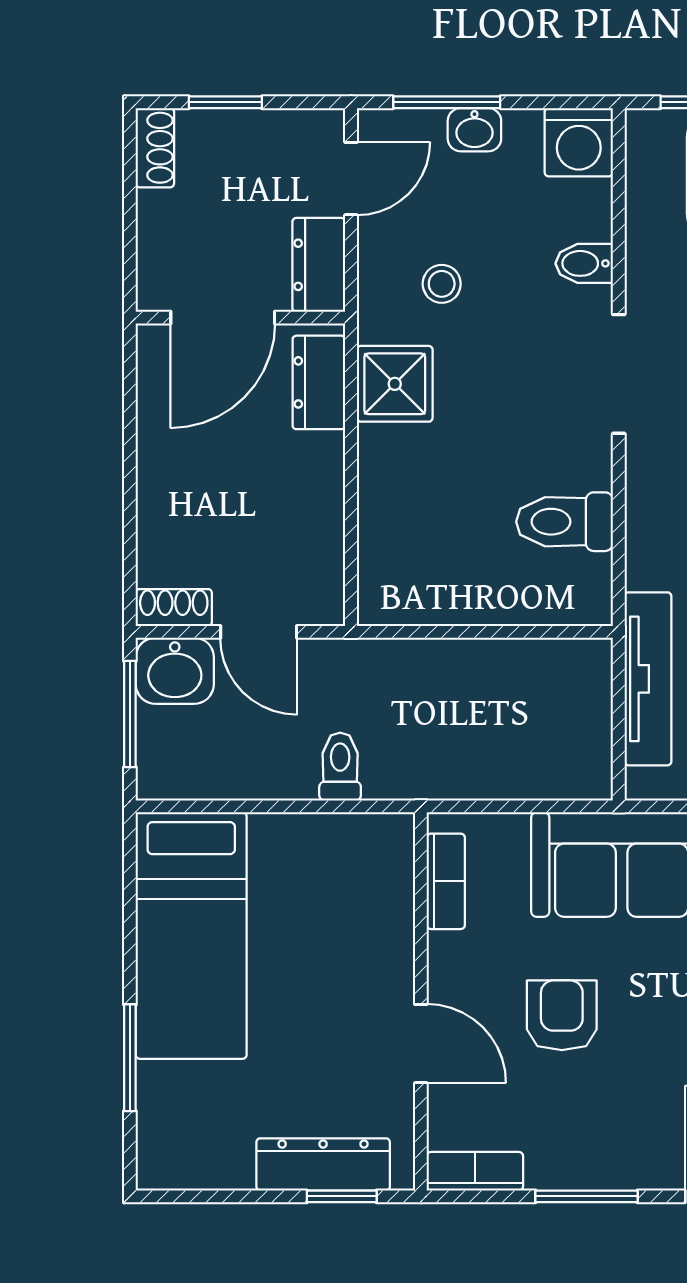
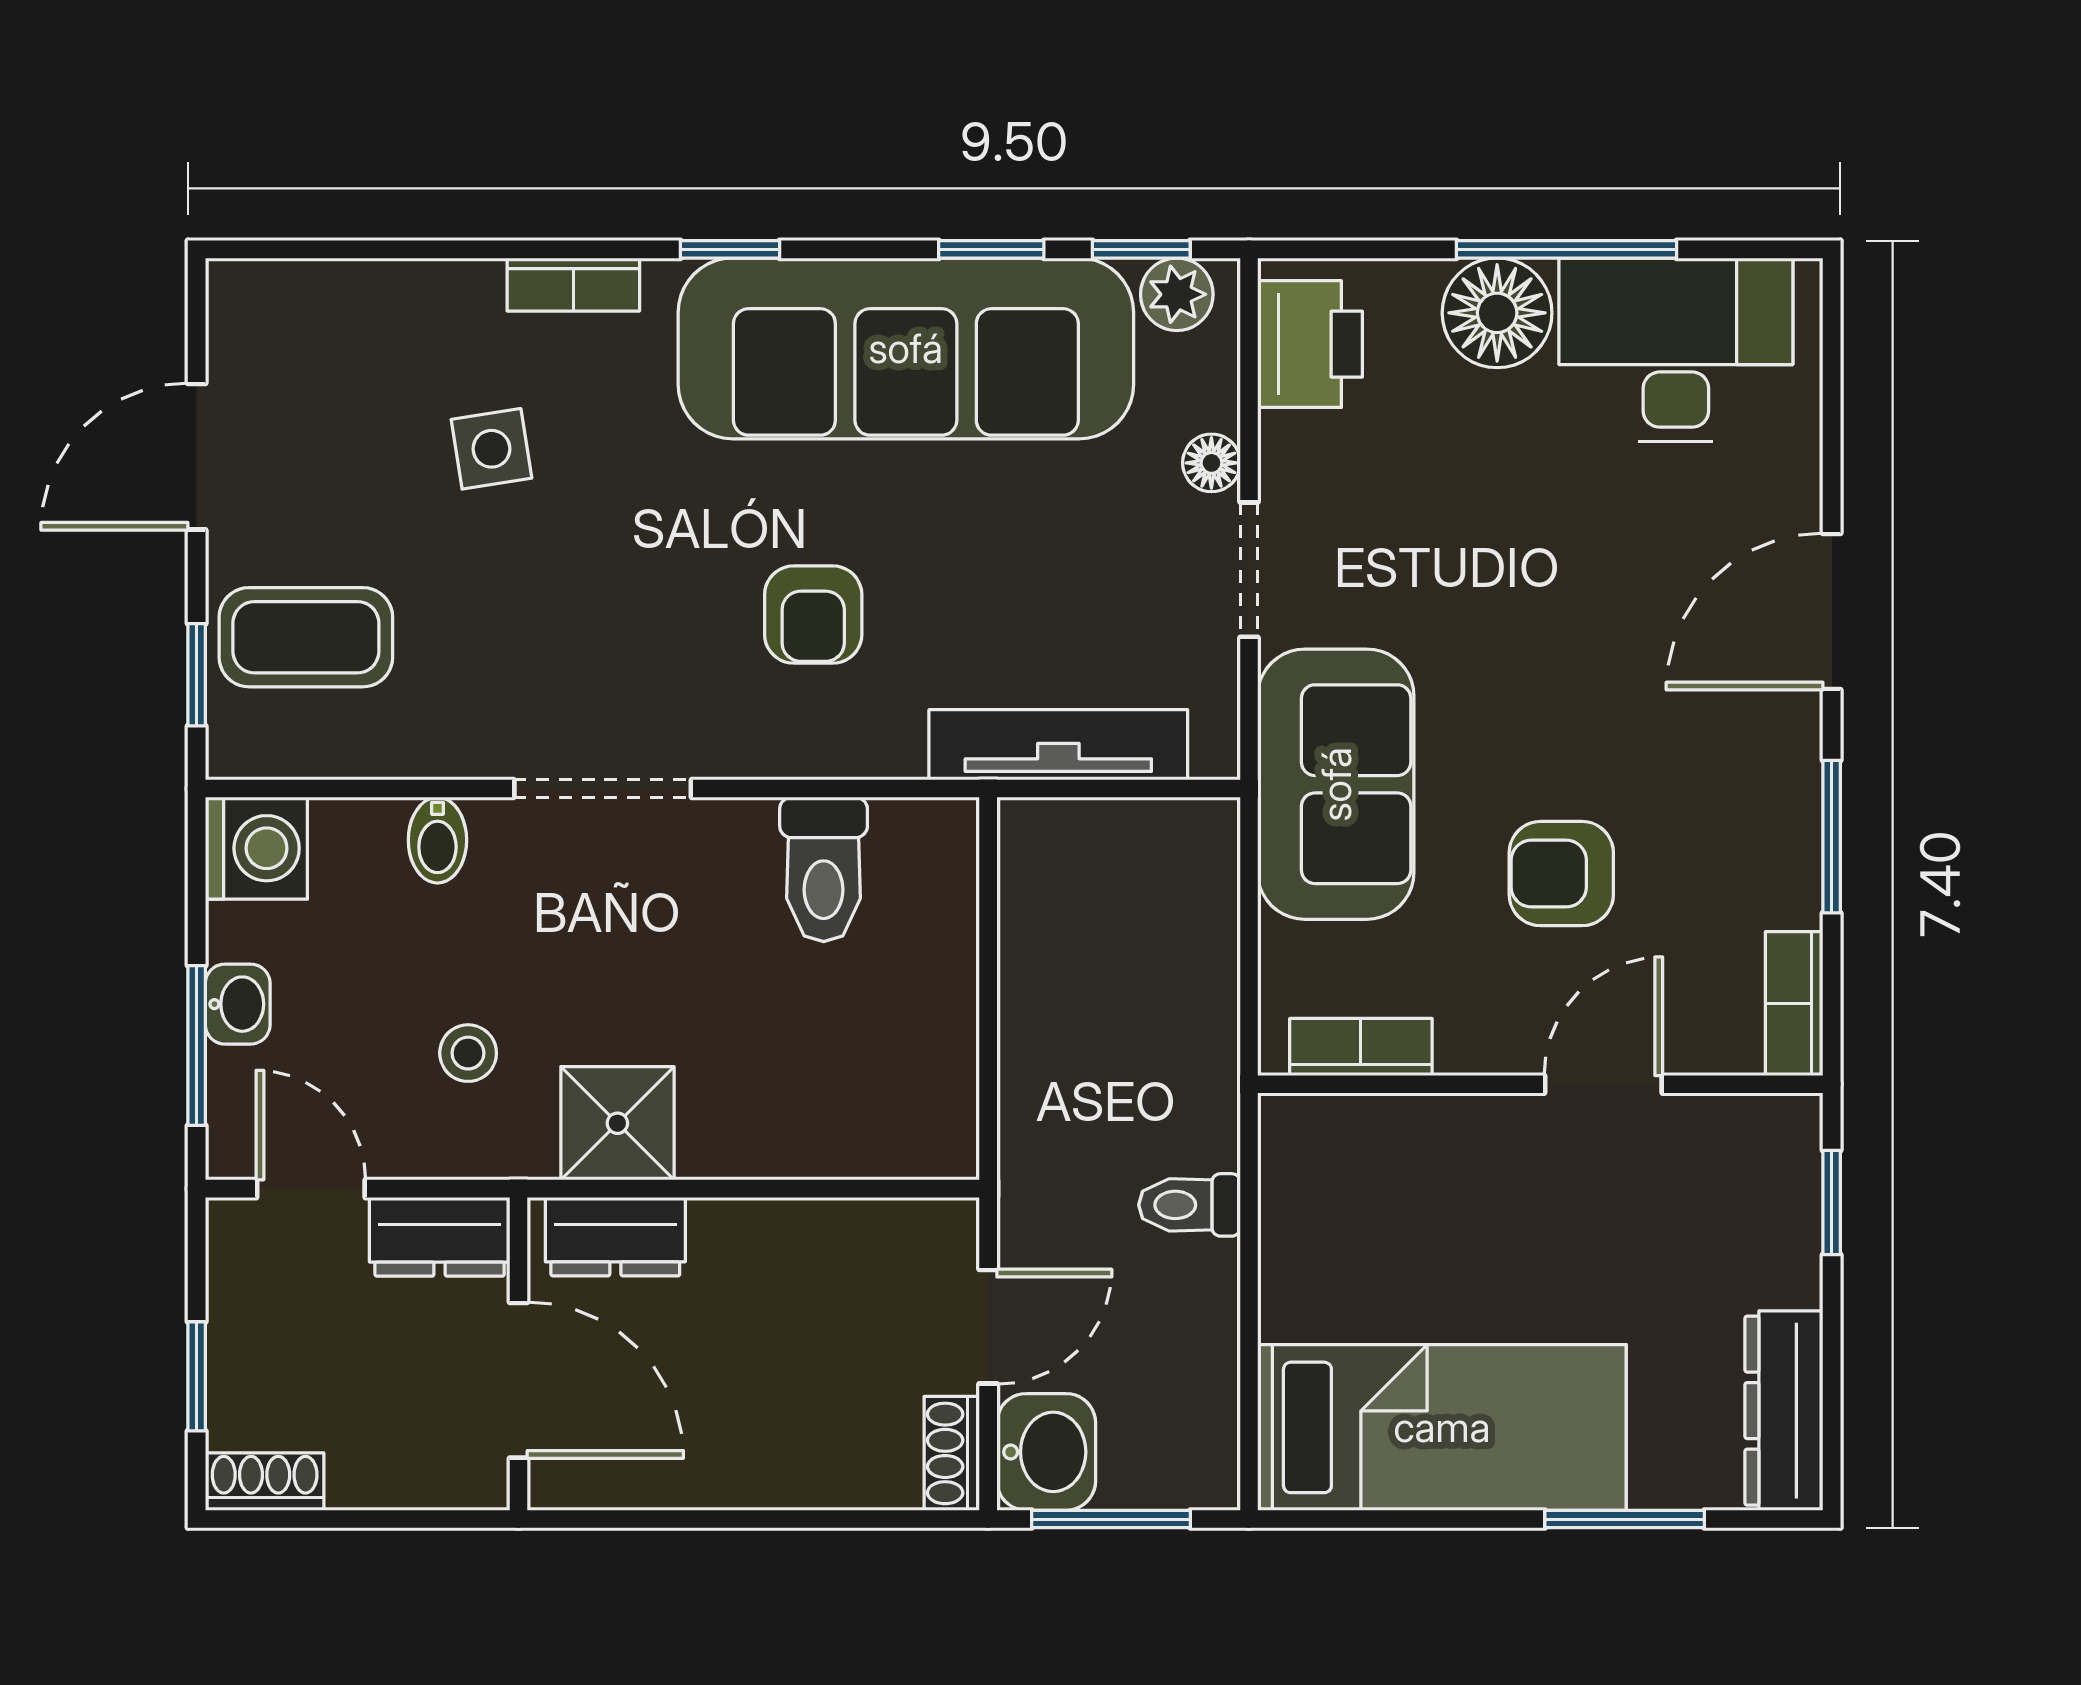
dresser: (323, 1164) -> (1784, 1411), moved

